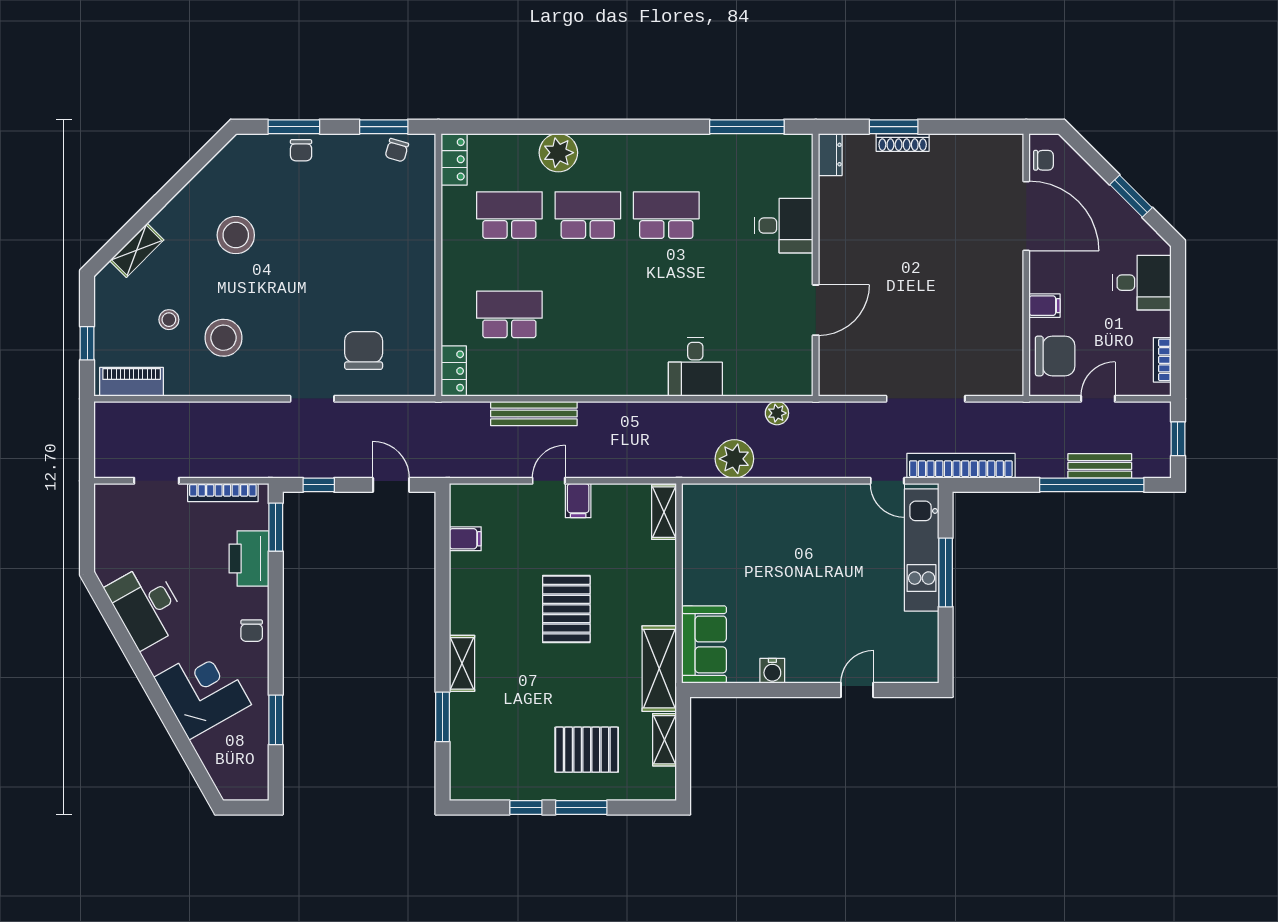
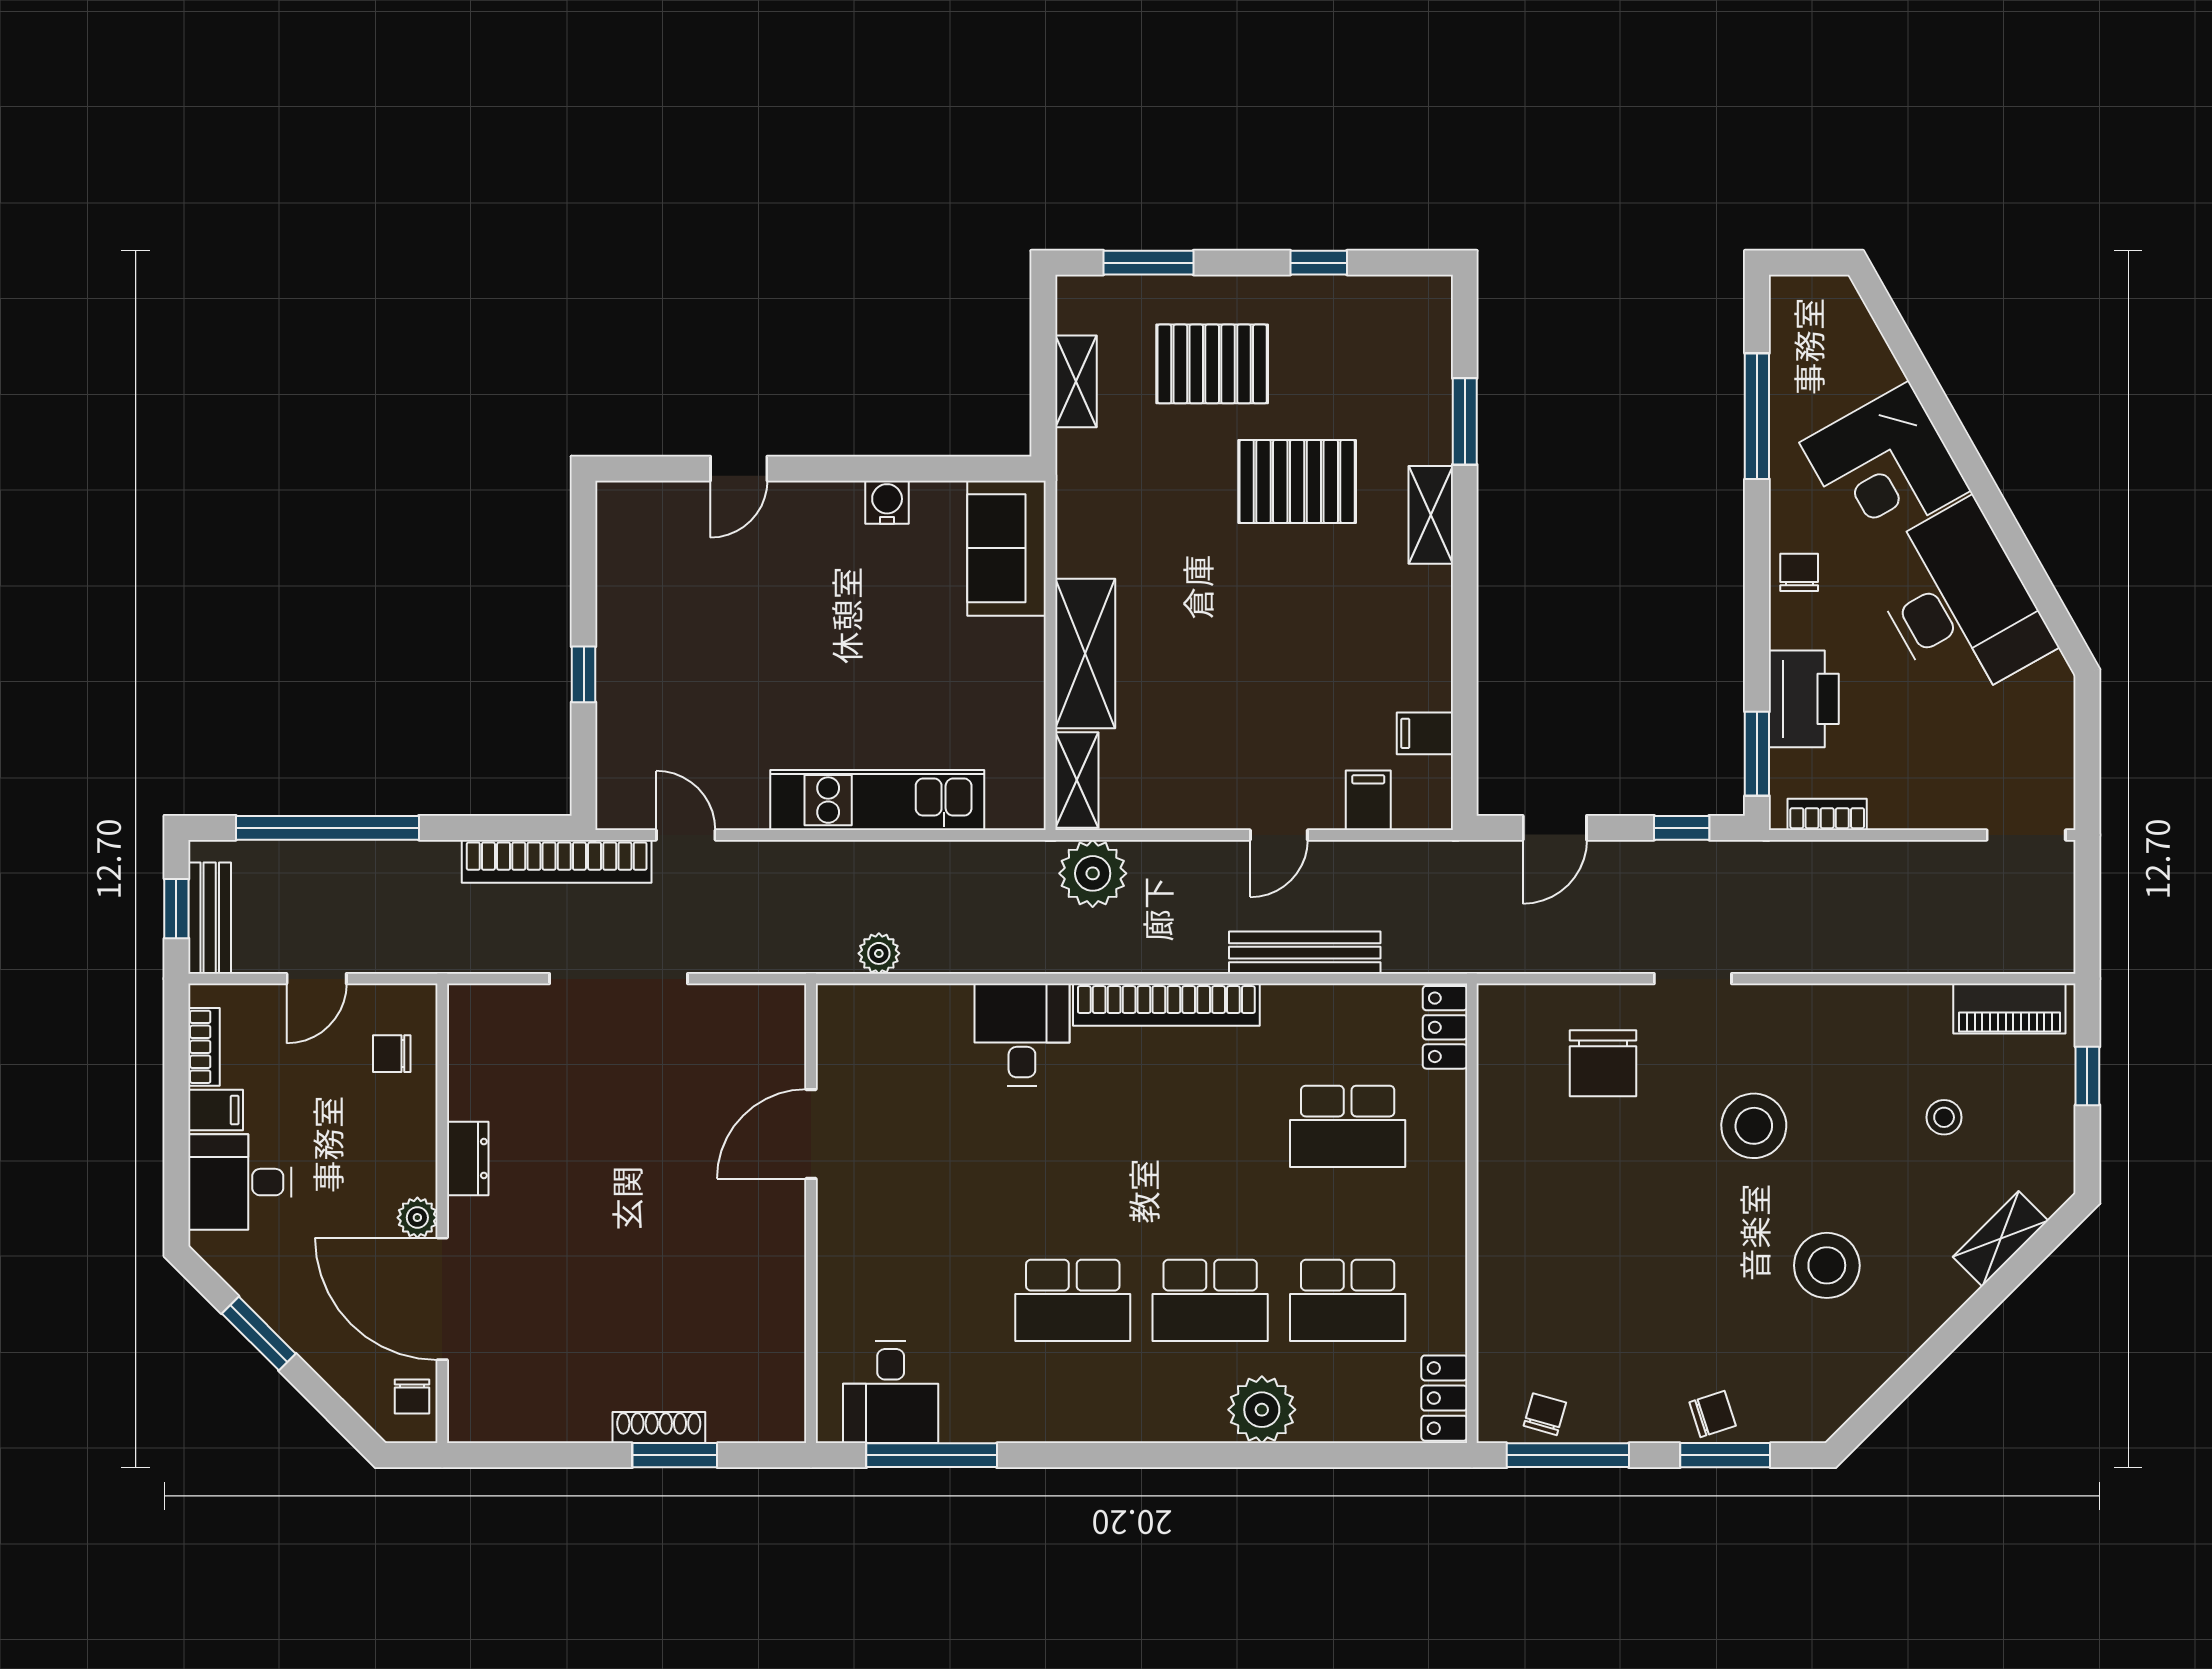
window: (384, 127) -> (1568, 1455), width x1.44
chair: (301, 150) -> (1713, 1414), turned 72
dresser: (830, 155) -> (468, 1158), moved, turned 180
chair: (1043, 160) -> (412, 1396), turned -90
desk: (784, 226) -> (891, 1392), moved, turned -90
plant: (1040, 262) -> (417, 1218), added
filing cabinet: (1045, 306) -> (216, 1110), moved, turned 180
stool: (224, 338) -> (1754, 1126), moved
chair: (1055, 356) -> (392, 1054), width x0.54, depth x0.54
bookcase: (613, 384) -> (1166, 1005), added
plant: (734, 459) -> (1093, 873), moved
bench: (1100, 466) -> (210, 918), moved, turned 90
doorway: (157, 481) -> (2026, 835), moved
door: (391, 485) -> (1555, 828), hinge flipped
bookcase: (223, 493) -> (1827, 814), width x0.64
filing cabinet: (578, 501) -> (1368, 800), moved
kitchen unit: (922, 550) -> (877, 800), moved, turned -90
window: (946, 572) -> (584, 674), width x0.46
desk: (146, 606) -> (1959, 603), width x1.36, depth x1.30
pallet: (566, 609) -> (1297, 482), moved, turned 90
shelving: (659, 669) -> (1085, 653), moved
window: (276, 720) -> (1757, 416), width x1.44
window: (581, 808) -> (1148, 263), moved

